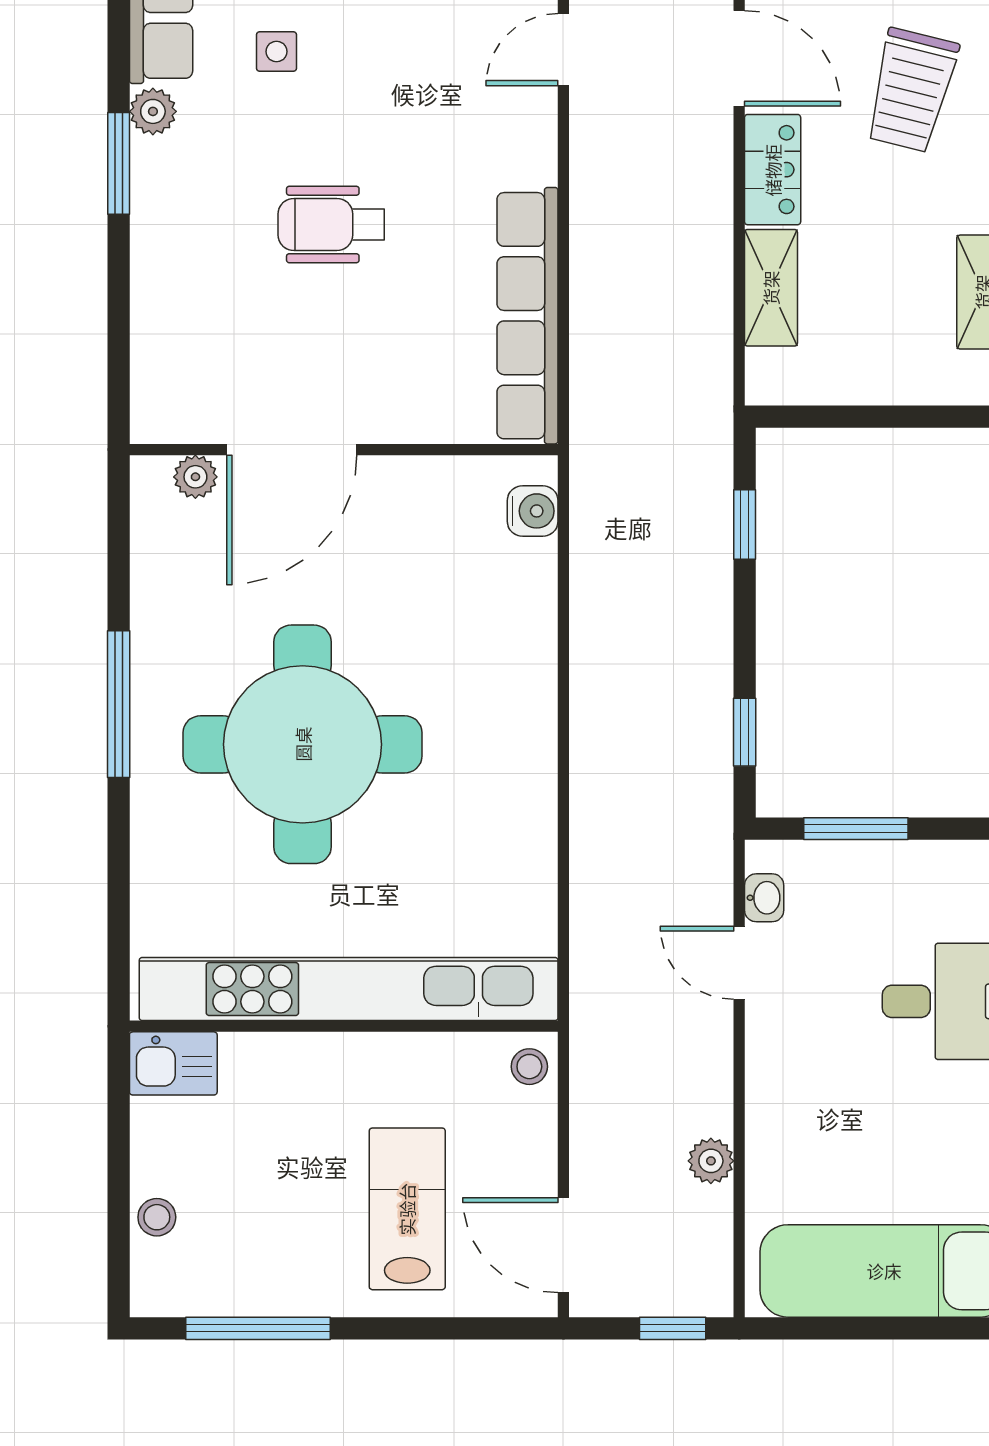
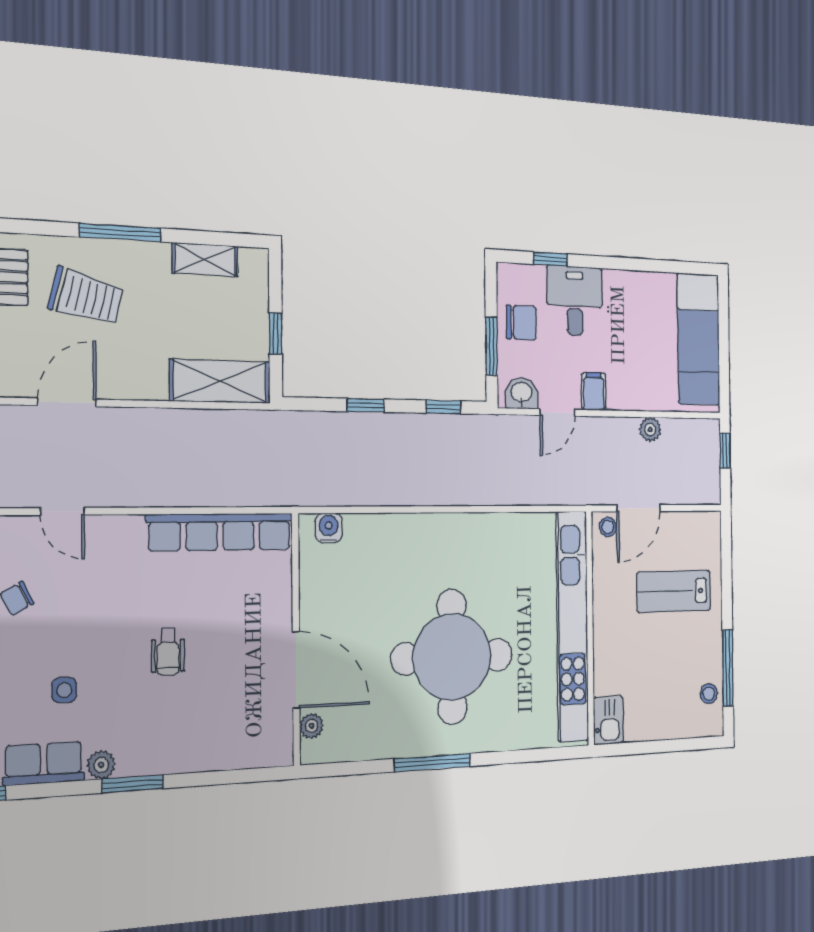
locker: (773, 170) -> (134, 383), removed
wheelchair: (331, 224) -> (168, 652), width x0.73, depth x0.73
shelving: (771, 288) -> (220, 381), width x1.50, depth x1.33
window: (864, 417) -> (276, 333), added
window: (745, 525) -> (366, 405), moved
chair: (901, 889) -> (521, 323), added
washbasin: (764, 898) -> (521, 393), width x1.38, depth x1.45
filing cabinet: (779, 1040) -> (594, 391), added
stool: (157, 1217) -> (709, 694), moved
door: (563, 1245) -> (639, 508), moved

